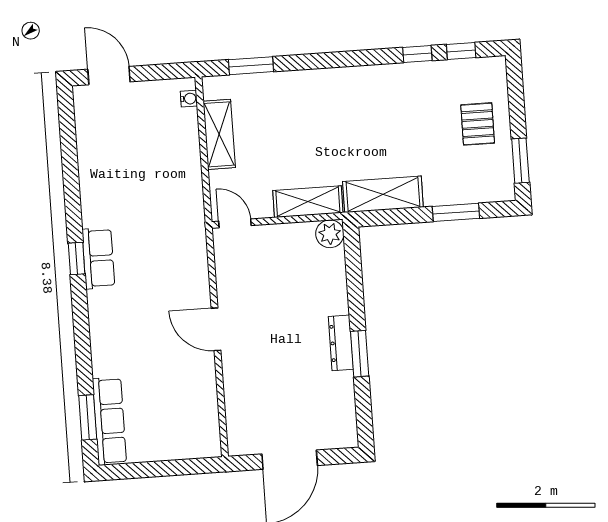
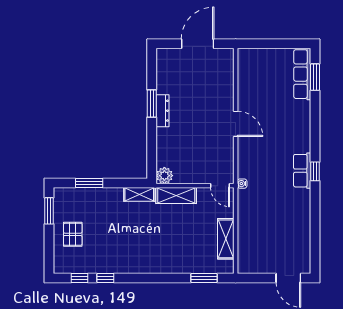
water cooler: (189, 99) -> (242, 184), moved
shelving: (383, 194) -> (139, 194), width x0.67, depth x0.75

